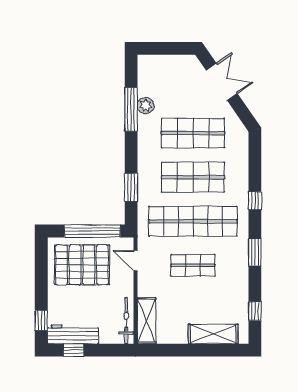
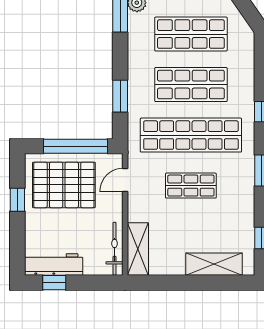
door: (135, 260) -> (125, 180), hinge flipped
window: (41, 320) -> (17, 200), moved

